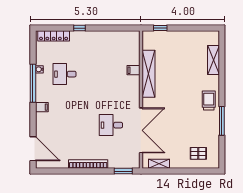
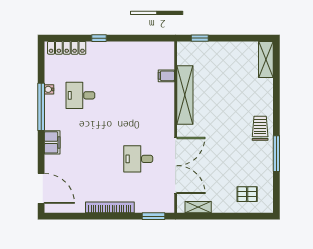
shelving: (213, 60) -> (266, 59), moved
filing cabinet: (134, 70) -> (166, 76), moved
filing cabinet: (42, 107) -> (52, 142), width x2.00

